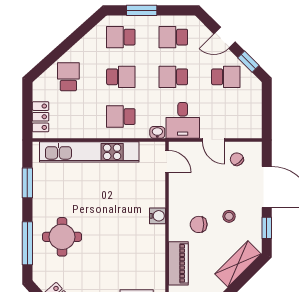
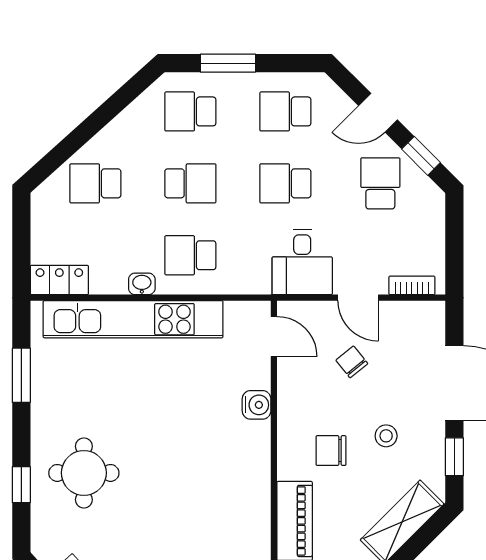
school desk: (68, 77) -> (95, 183), turned -90
school desk: (226, 77) -> (380, 183), turned -90
locker: (41, 117) -> (59, 280), moved, turned -90
washbasin: (157, 132) -> (142, 284), moved
bookcase: (243, 133) -> (412, 285), added
chair: (237, 159) -> (352, 362), moved
water cooler: (157, 216) -> (257, 405), moved
window: (27, 243) -> (21, 485), width x0.46

